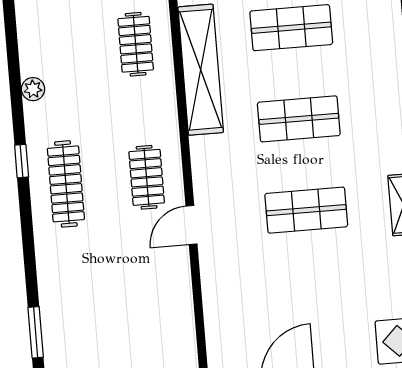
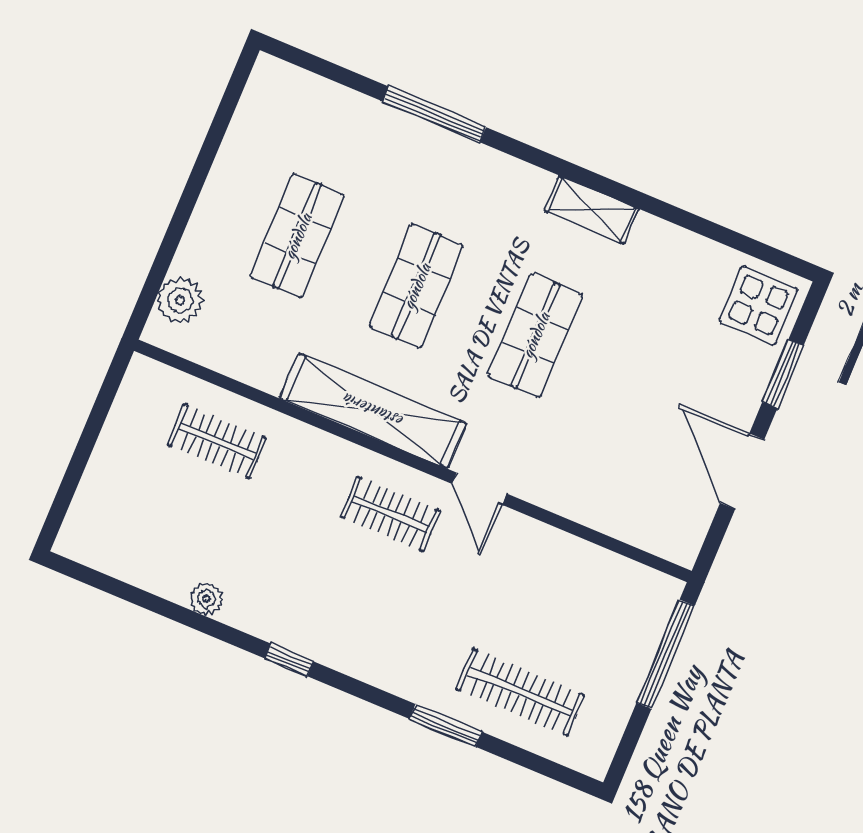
shelving: (201, 70) -> (373, 411), moved
clothes rail: (66, 184) -> (520, 692), moved
window: (36, 332) -> (445, 725), moved

